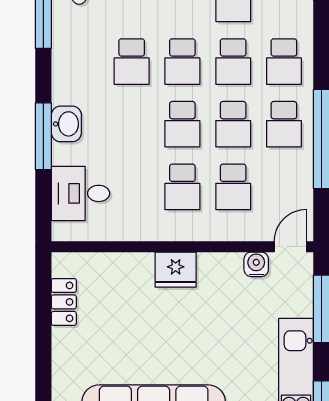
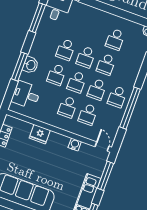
school desk: (284, 62) -> (56, 75), moved
door: (290, 247) -> (102, 146), hinge flipped
water cooler: (256, 264) -> (75, 145), moved
fridge: (176, 270) -> (40, 134), moved

